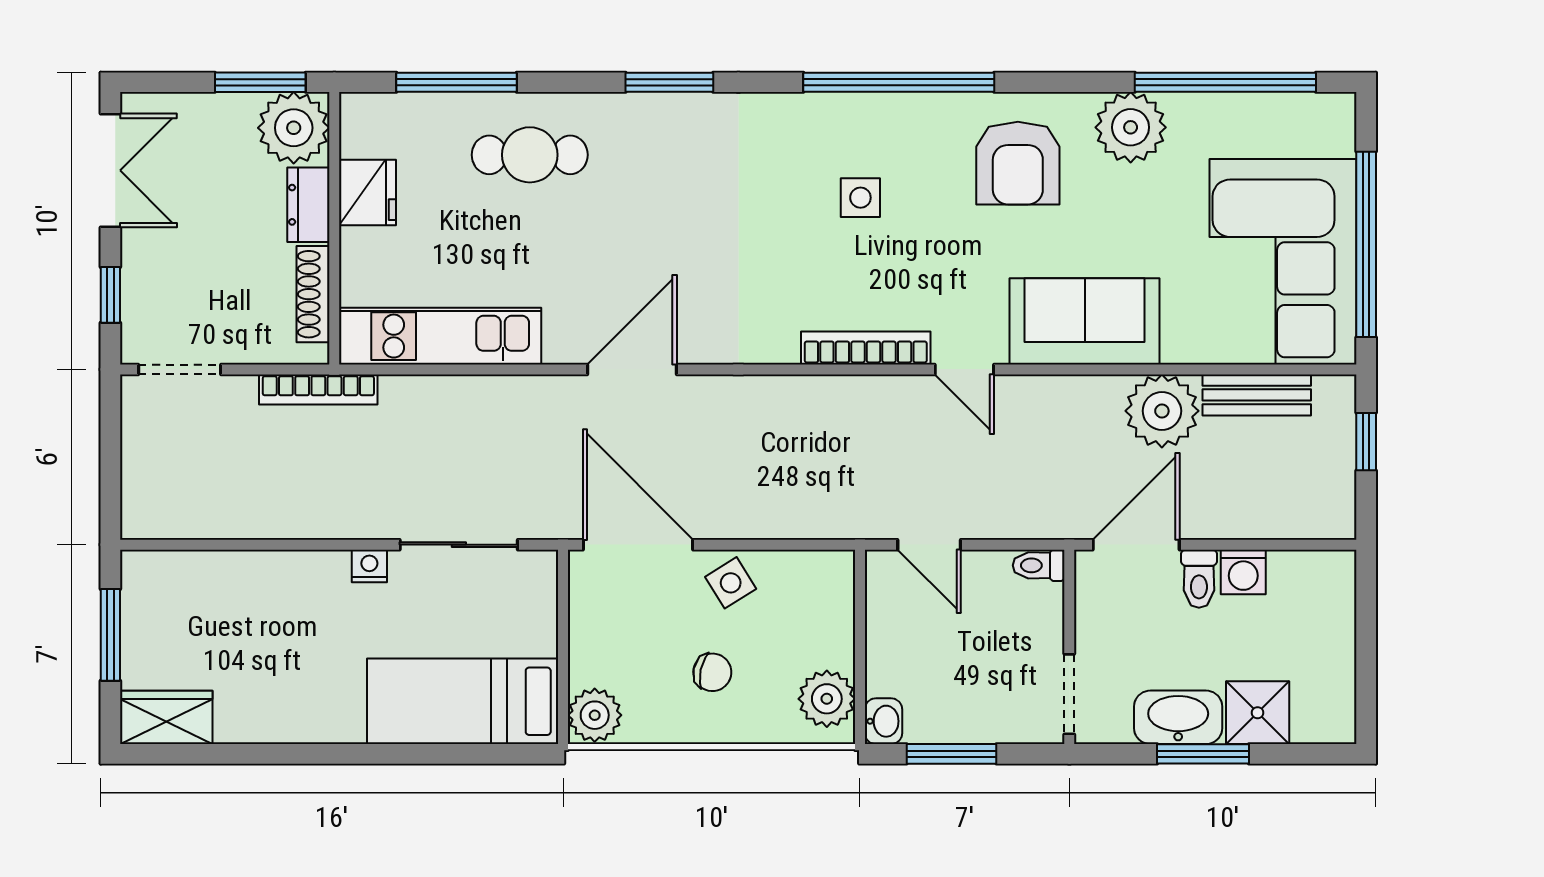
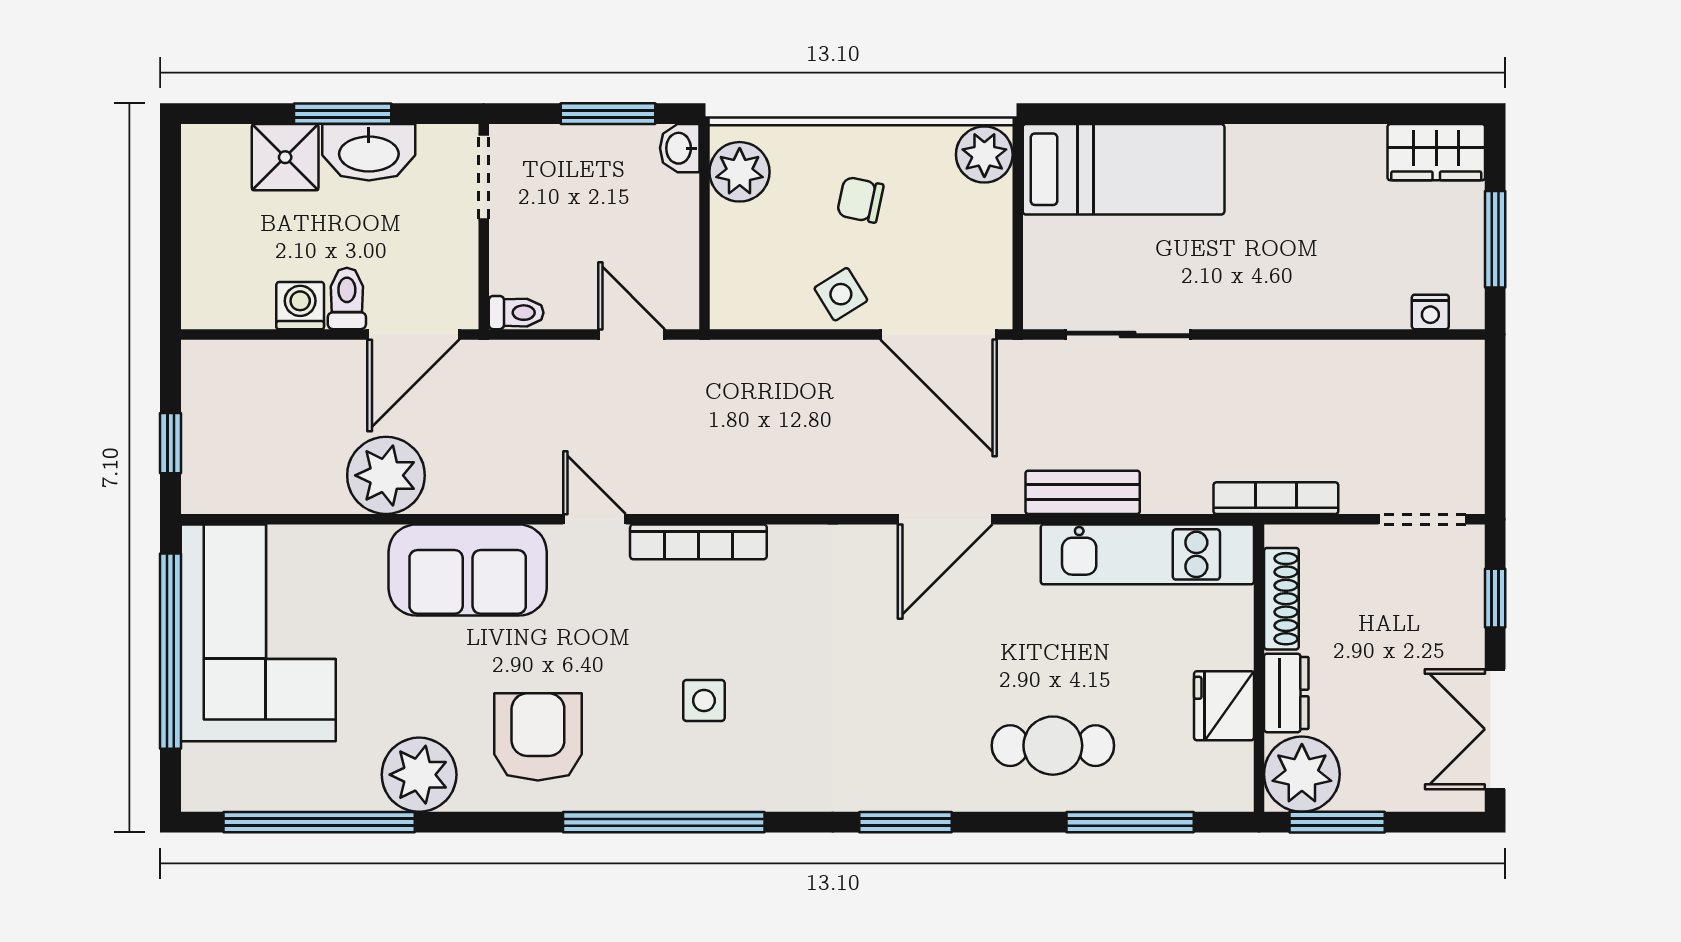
bench: (1257, 395) -> (1083, 492), moved
nightstand: (369, 566) -> (1430, 312), moved

